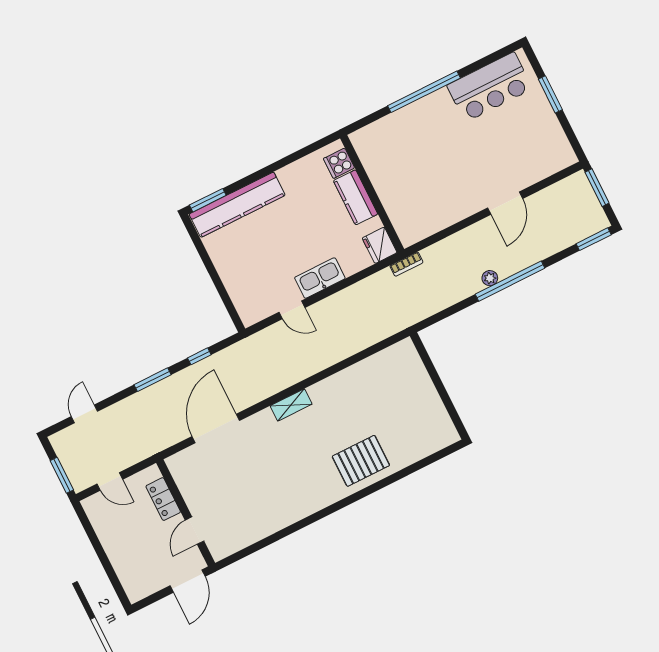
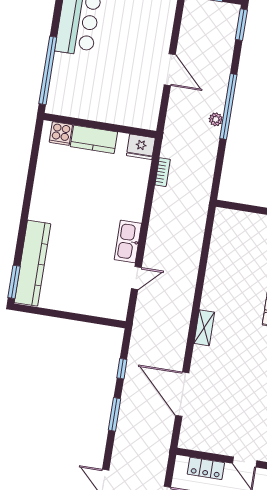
cooker: (339, 163) -> (61, 133), moved
wall: (372, 194) -> (100, 125), moved
kitchen counter: (356, 197) -> (94, 139), moved
fridge: (380, 245) -> (141, 147), moved

